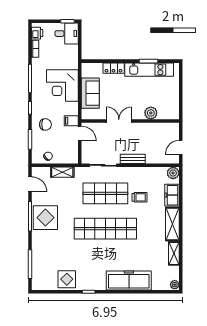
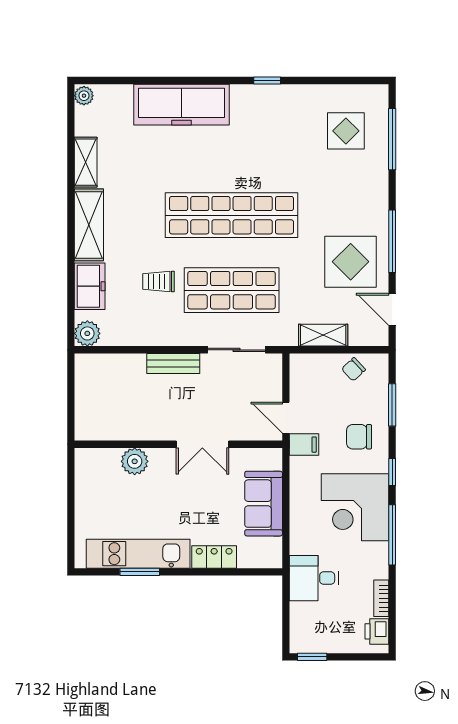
desk: (67, 34) -> (314, 578), moved
corner desk: (62, 86) -> (355, 507), moved, turned 180
door: (181, 147) -> (71, 388), removed
display table: (45, 218) -> (351, 262), moved
display table: (67, 279) -> (346, 131), moved

